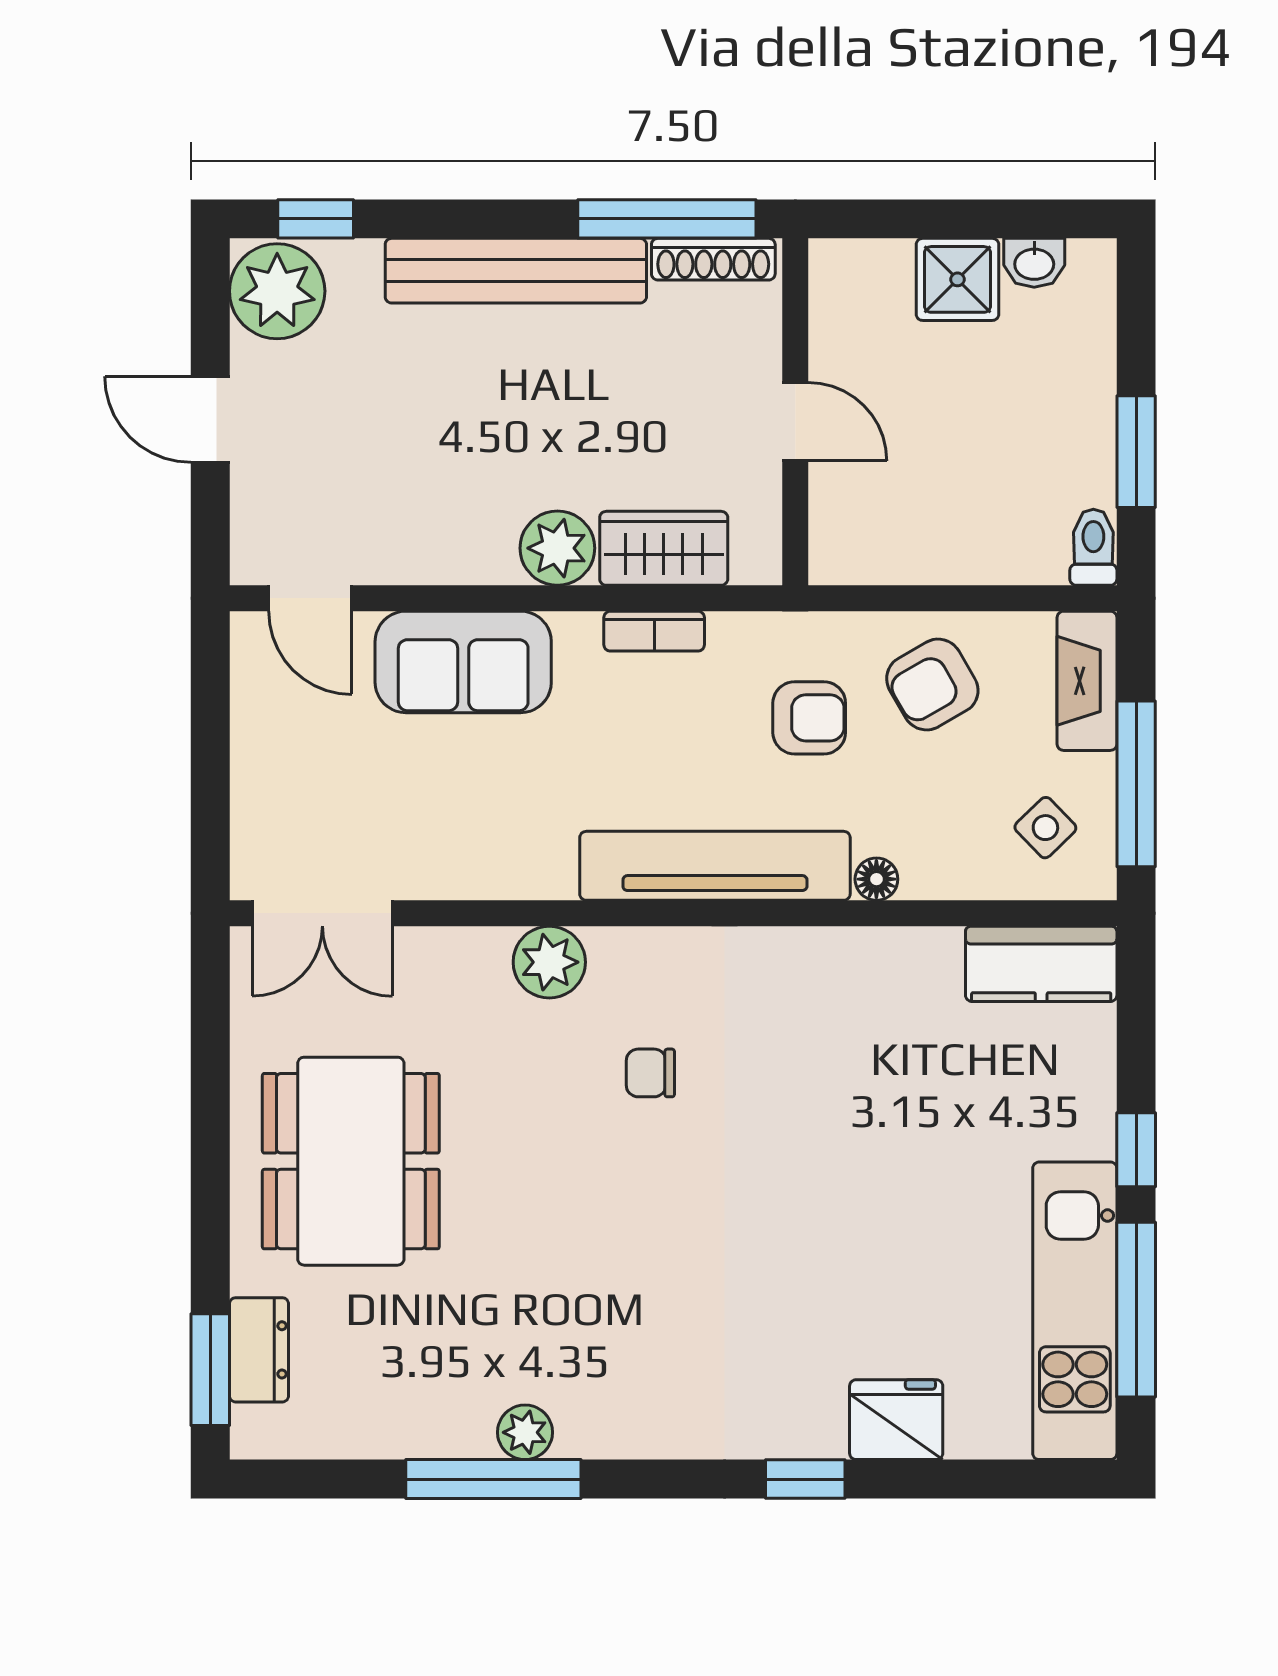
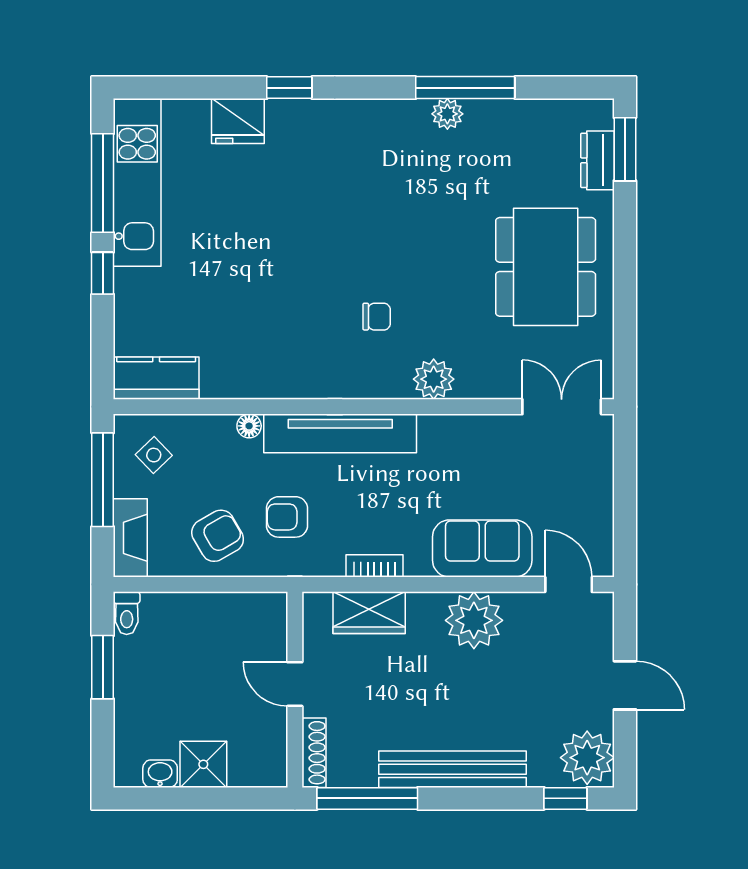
shoe rack: (713, 259) -> (314, 753), moved, turned 90
plant: (557, 548) -> (474, 620), moved, width x1.36, depth x1.36

